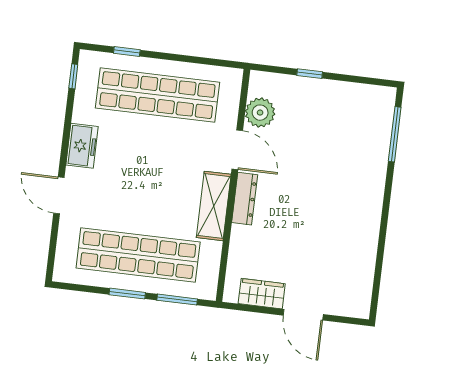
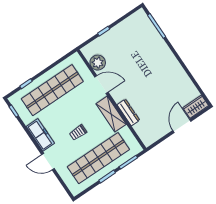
freezer: (82, 146) -> (40, 135), width x1.40
trolley: (141, 191) -> (78, 132), added
dresser: (245, 199) -> (128, 112), moved
wardrobe: (262, 294) -> (196, 107), moved
door: (303, 315) -> (182, 126), swing flipped

